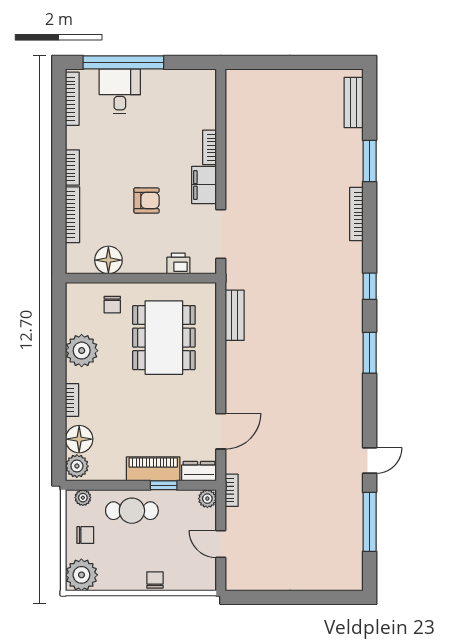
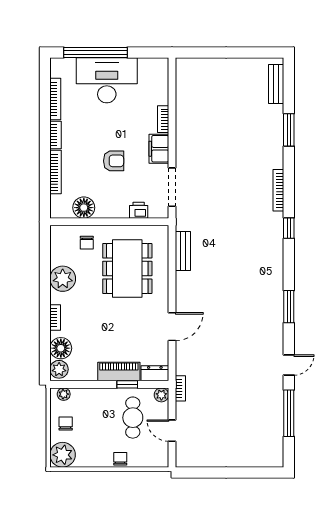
desk: (120, 91) -> (107, 80), width x1.87, depth x1.30
bookcase: (72, 99) -> (55, 99), moved
bookcase: (356, 214) -> (278, 190), moved
window: (370, 353) -> (289, 307), moved
door: (221, 431) -> (172, 327), moved
cafe table: (132, 511) -> (133, 418), moved, turned 90
chair: (85, 535) -> (66, 424), turned -90

